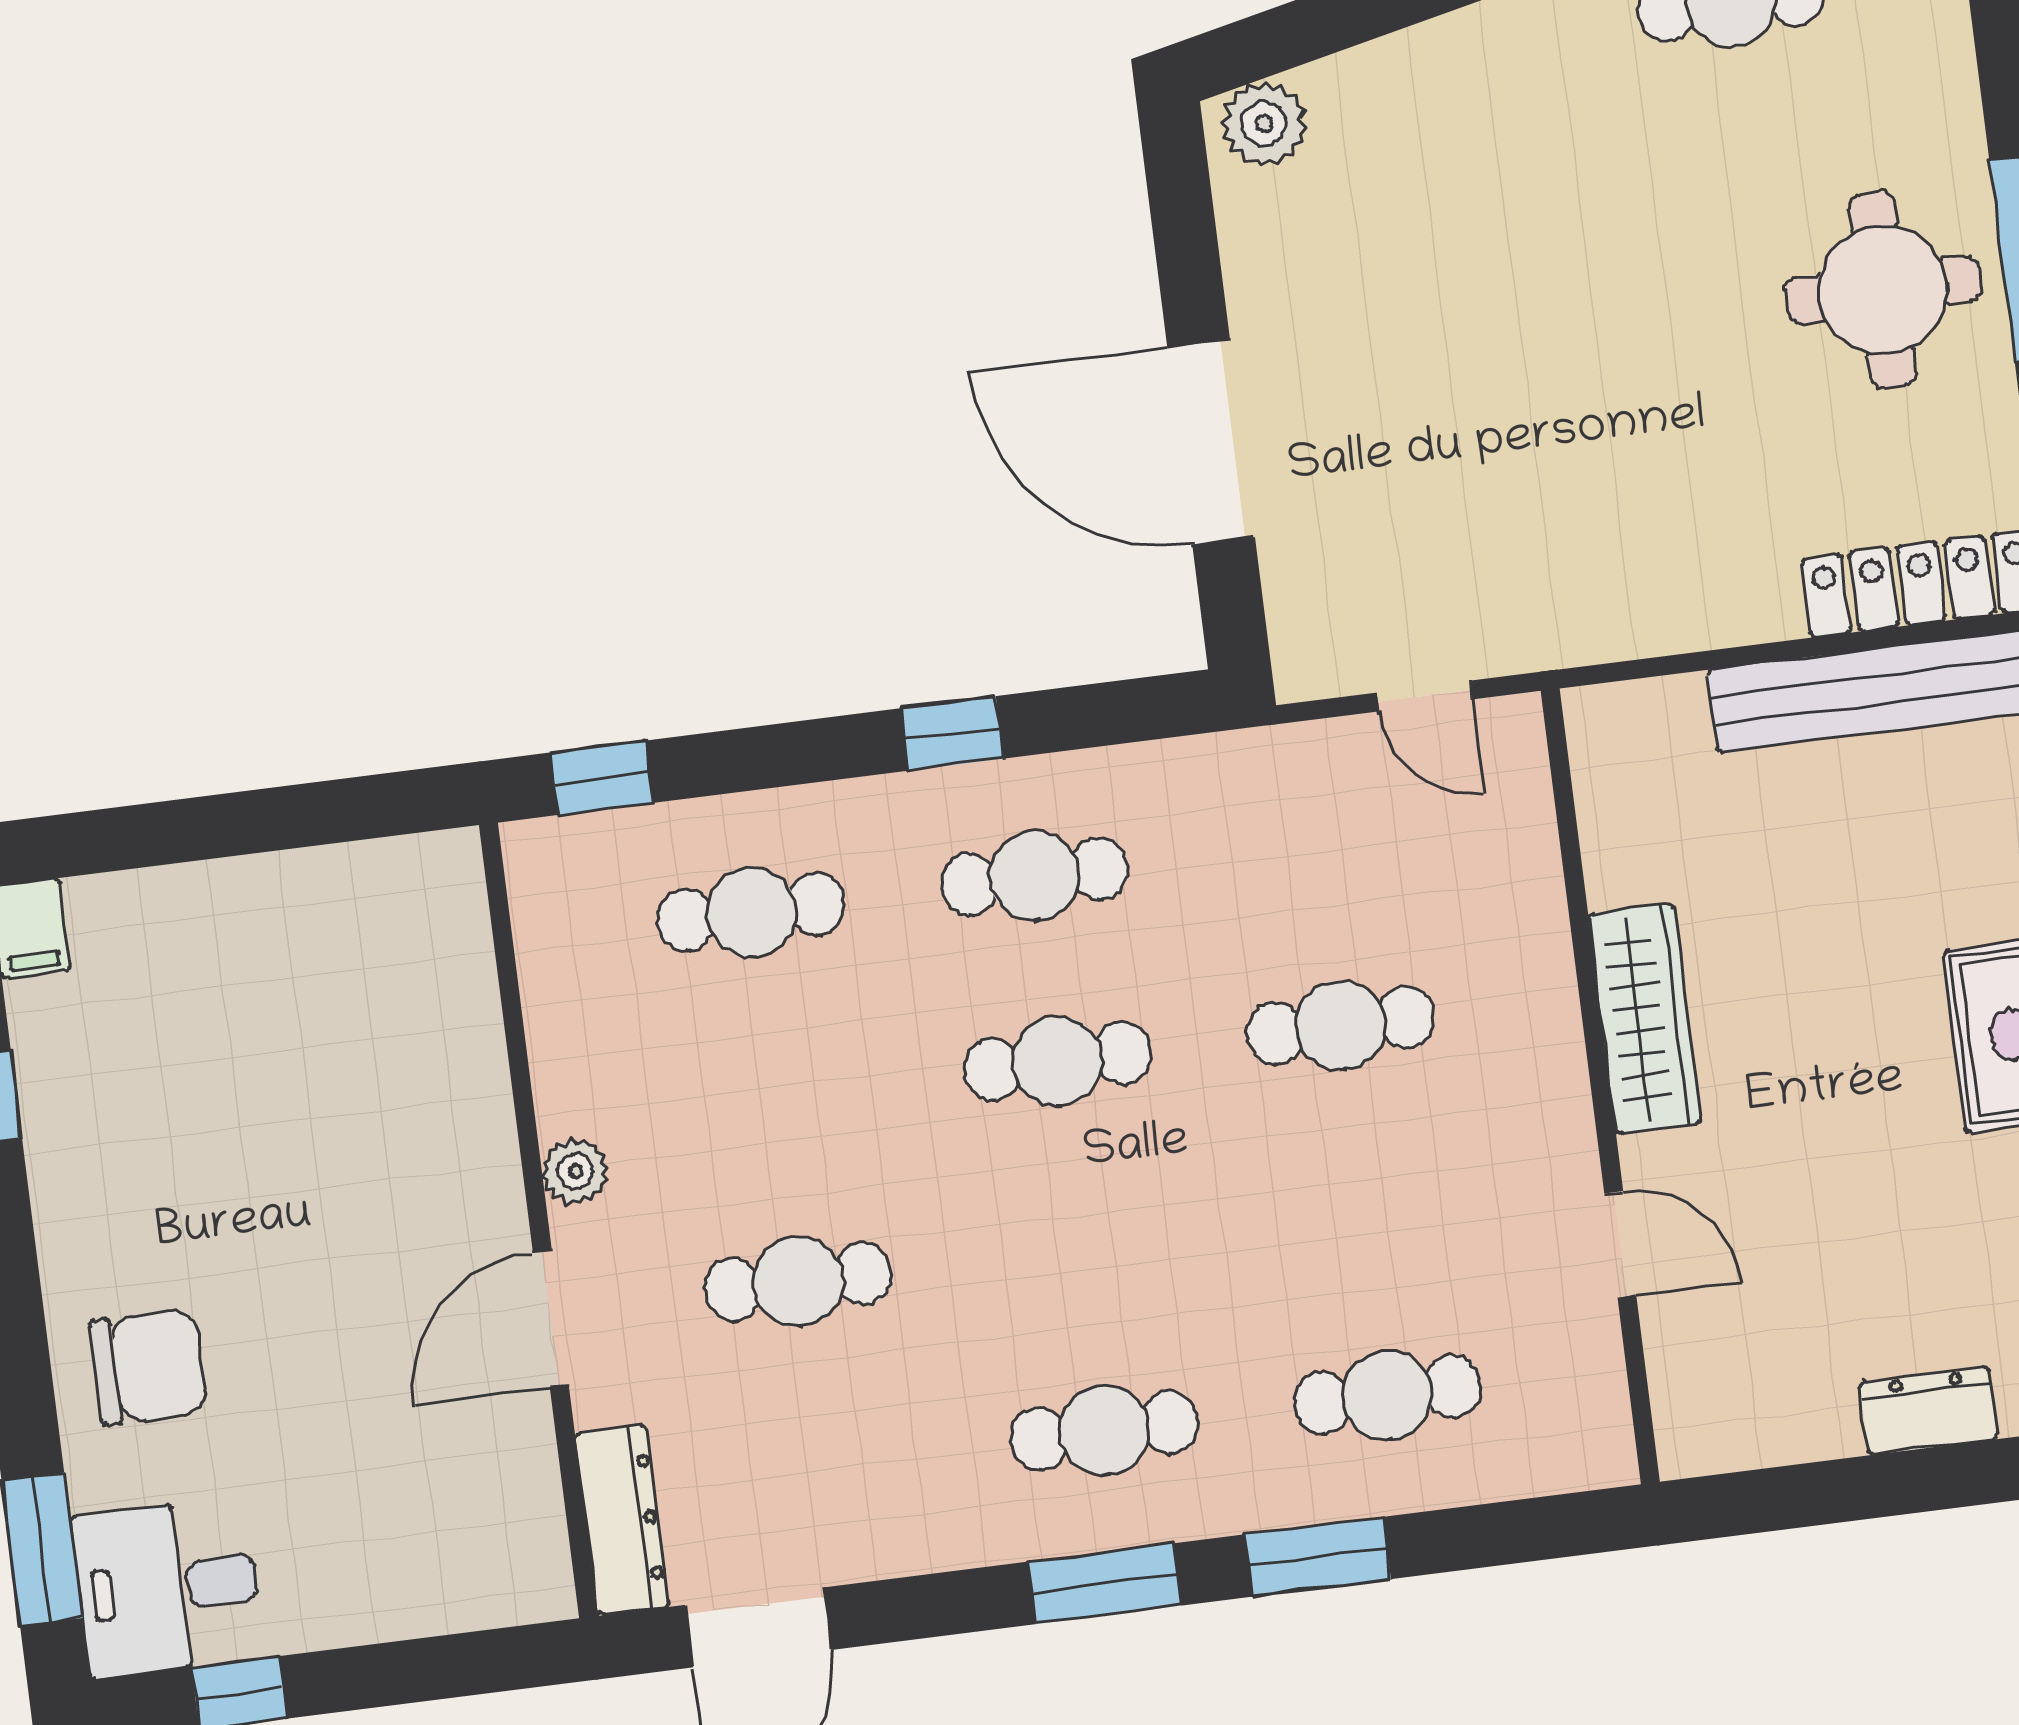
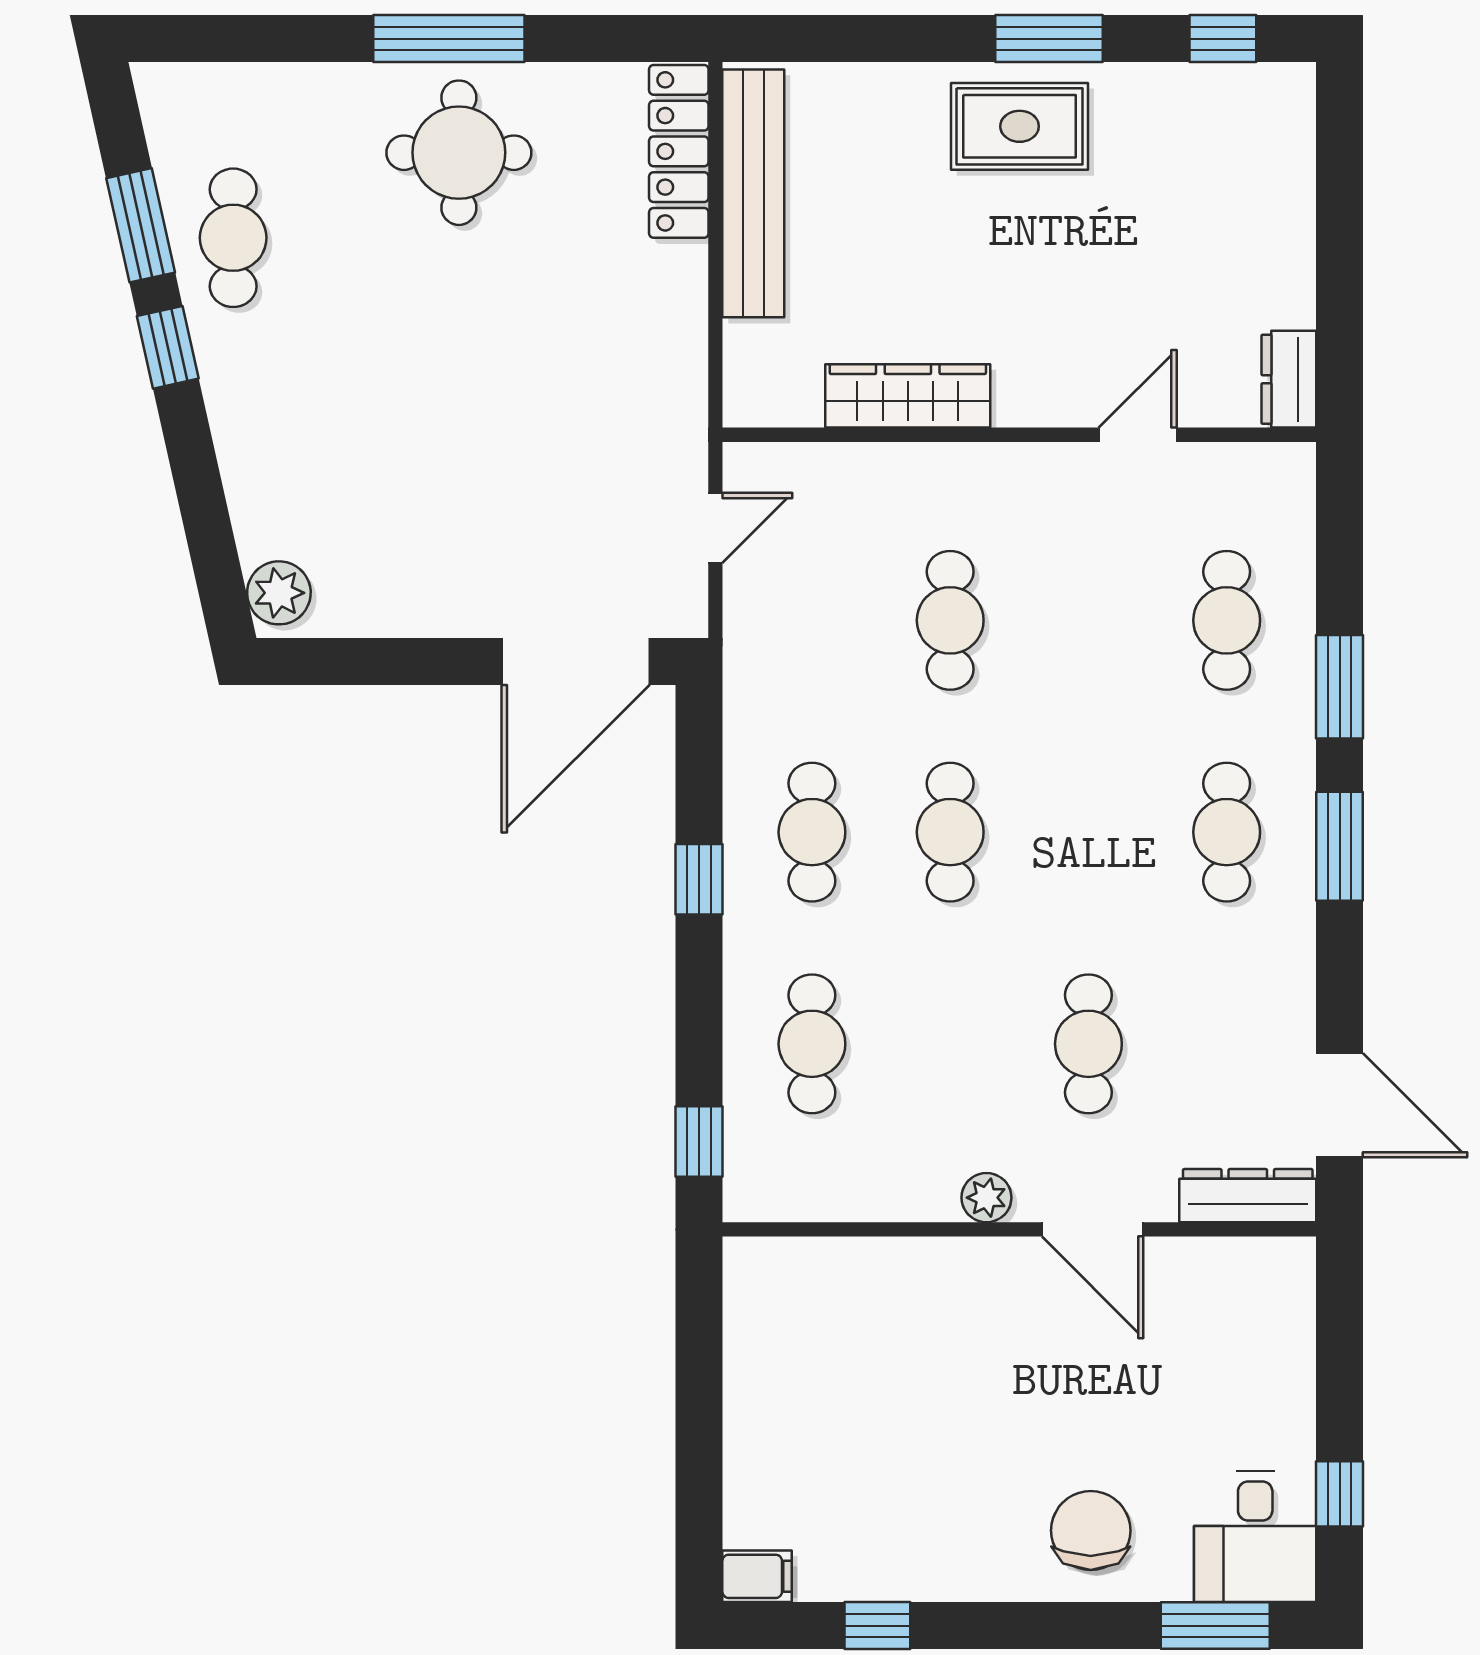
door: (1211, 442) -> (576, 661), moved
wardrobe: (1645, 1019) -> (908, 396), moved
dresser: (1929, 1411) -> (1289, 379), moved

